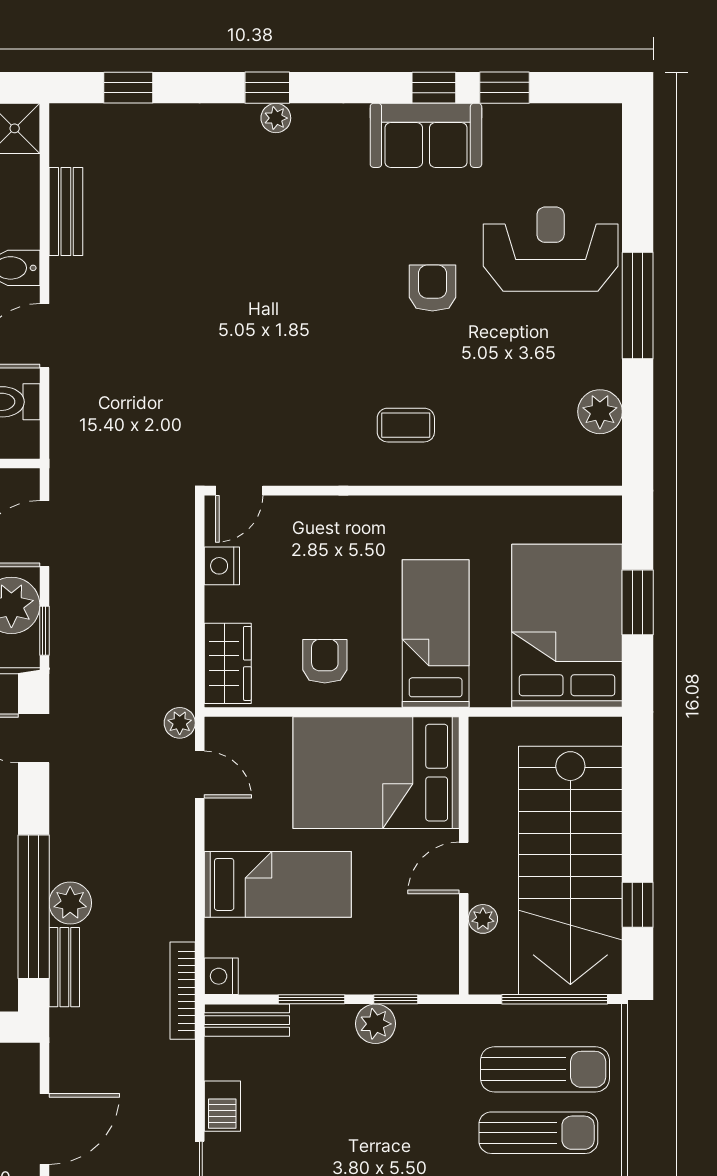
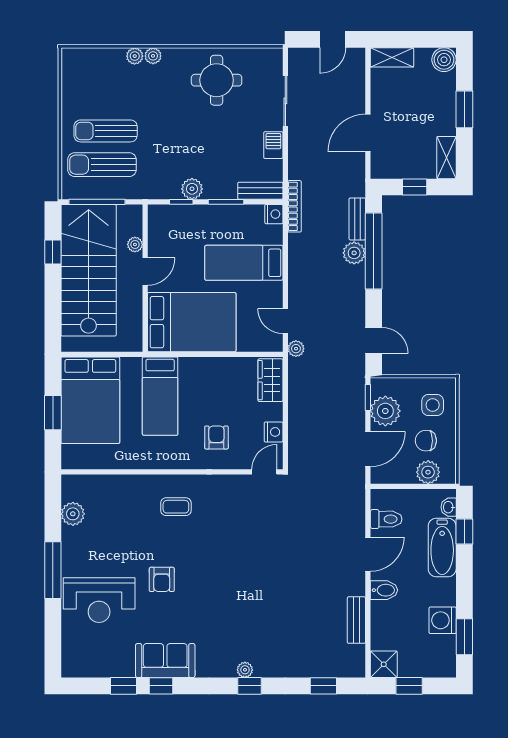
armchair: (325, 661) -> (216, 437), moved, turned 180

